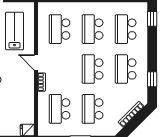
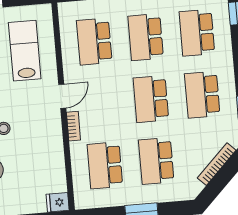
door: (36, 62) -> (62, 96), swing flipped

